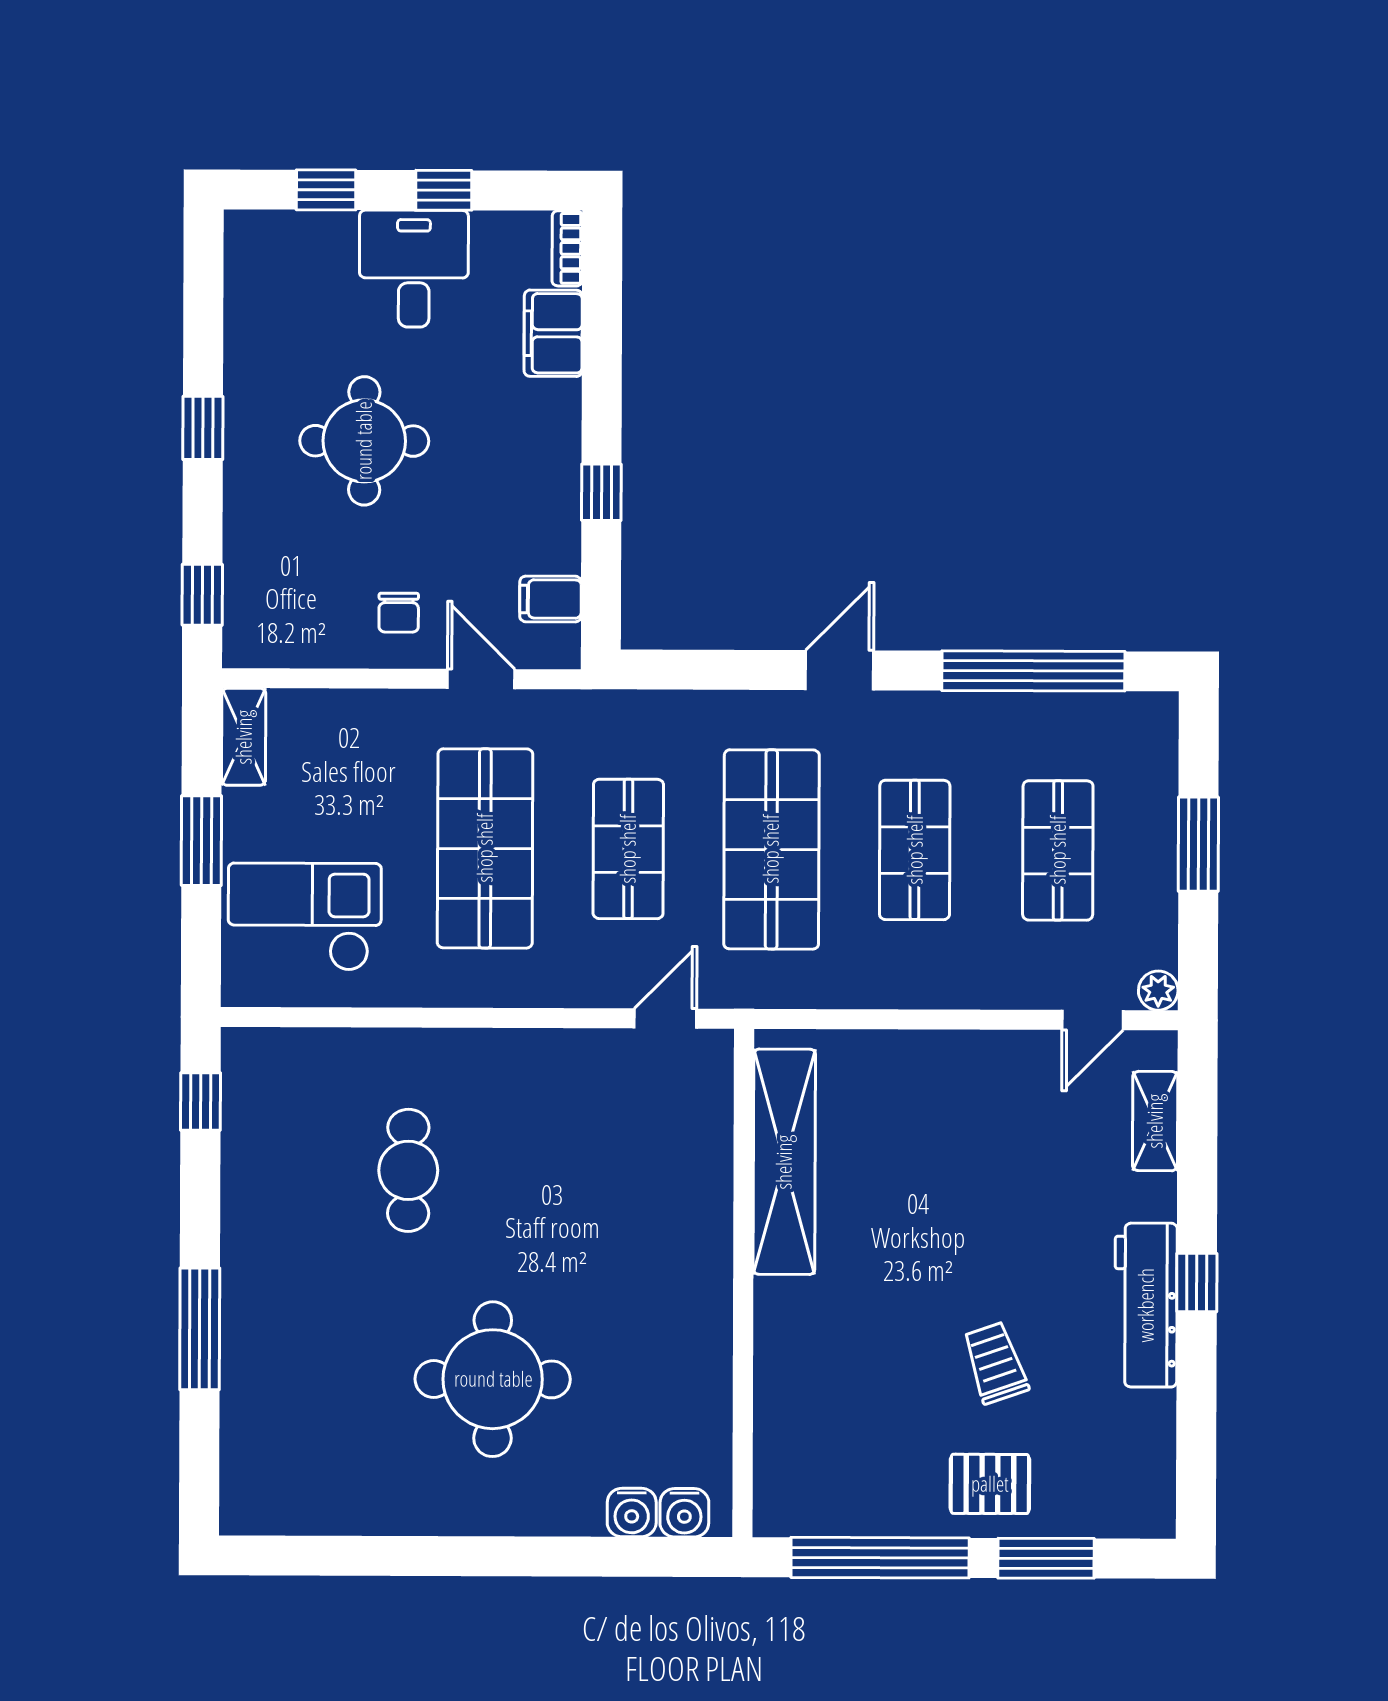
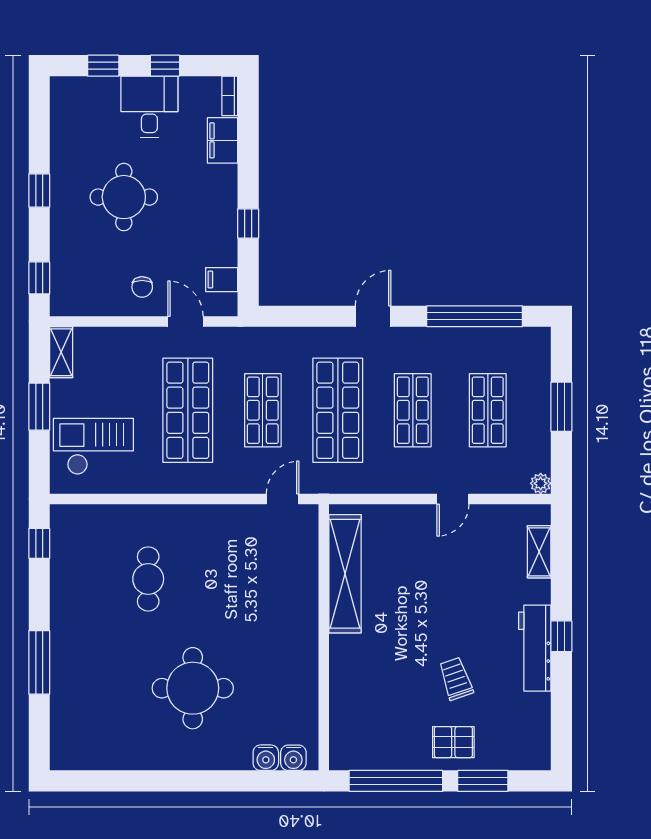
door: (1093, 1020) -> (453, 499), moved

